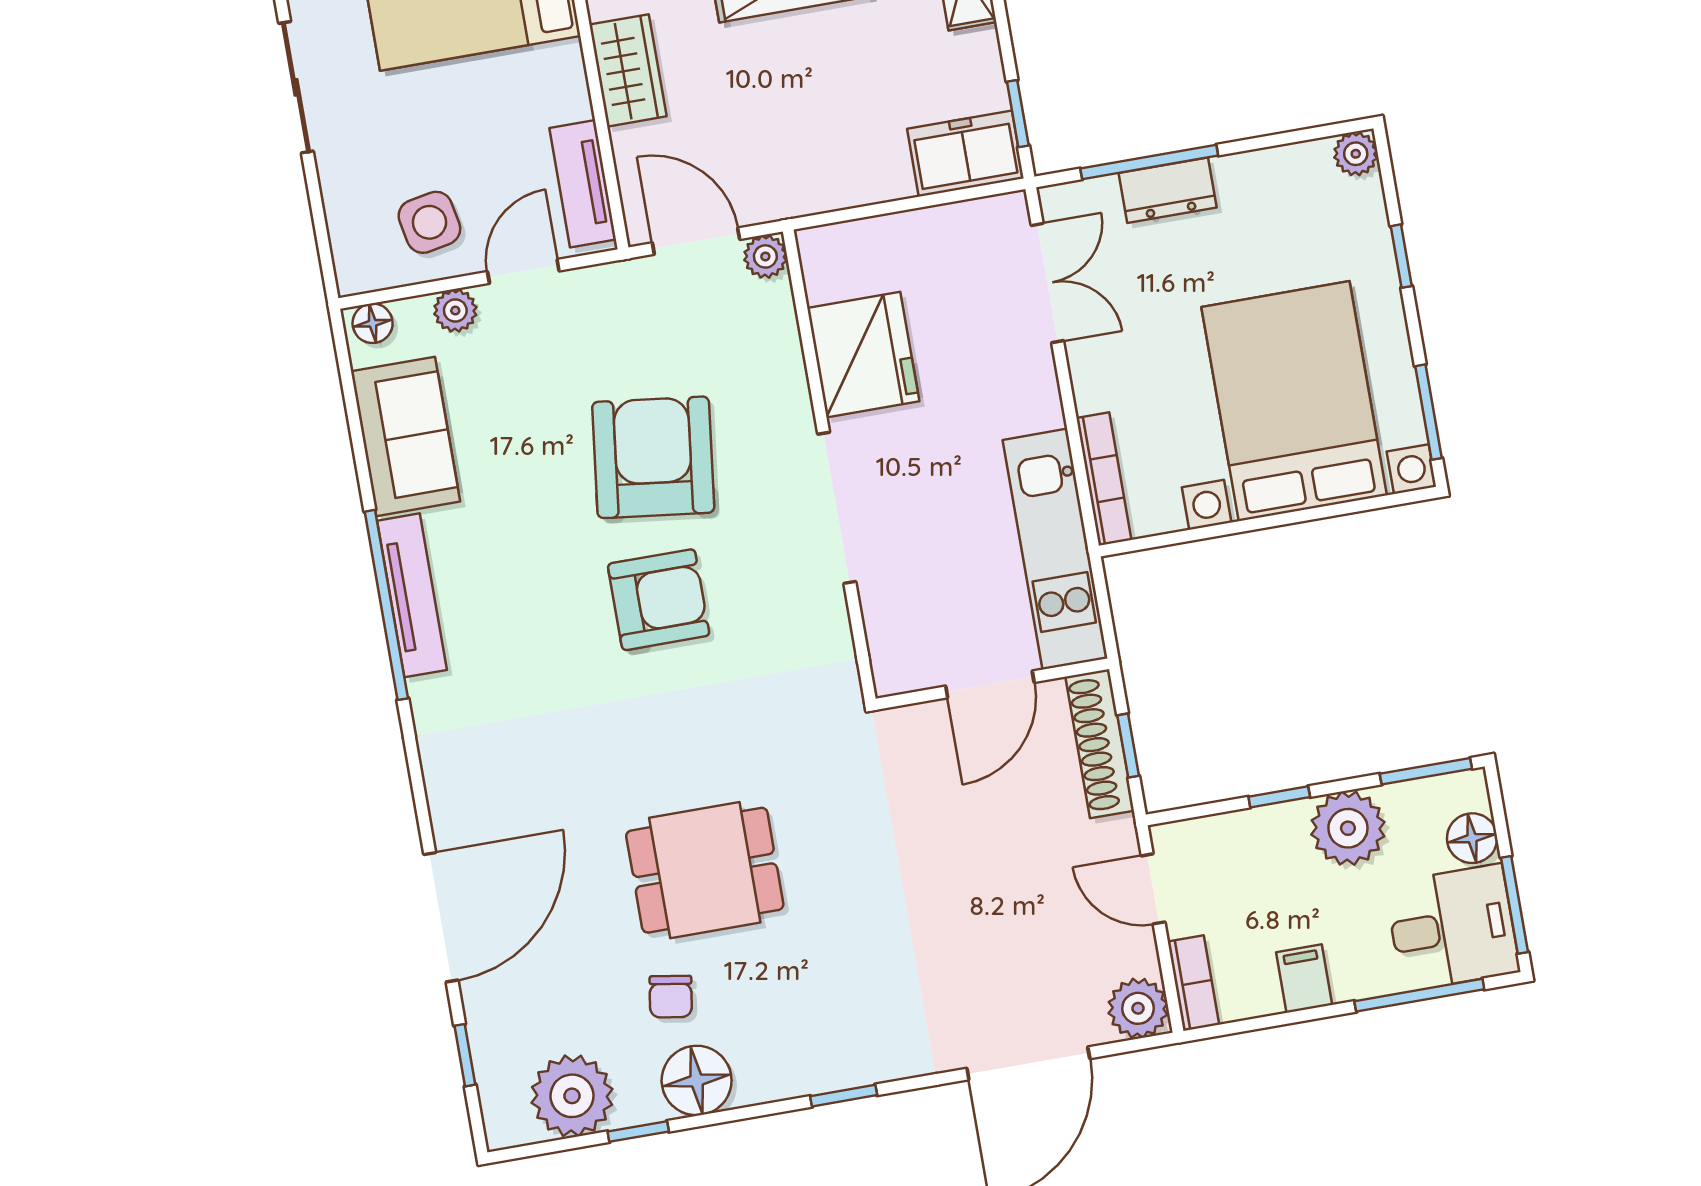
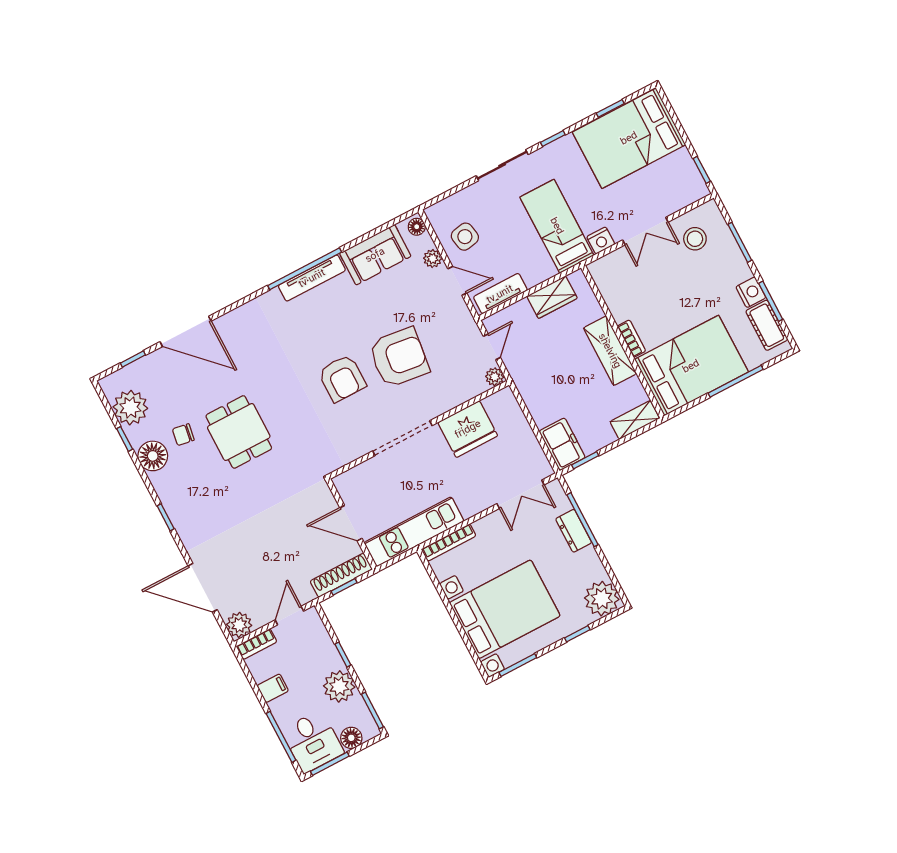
plant: (1356, 154) -> (602, 599), width x1.88, depth x1.88
door: (696, 241) -> (492, 347), width x0.73

